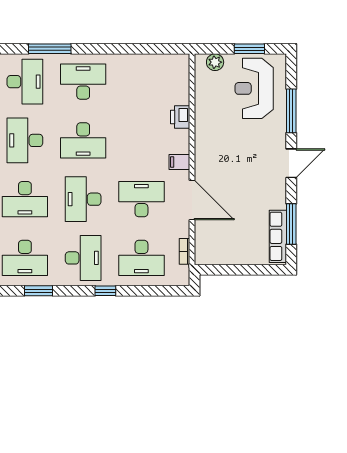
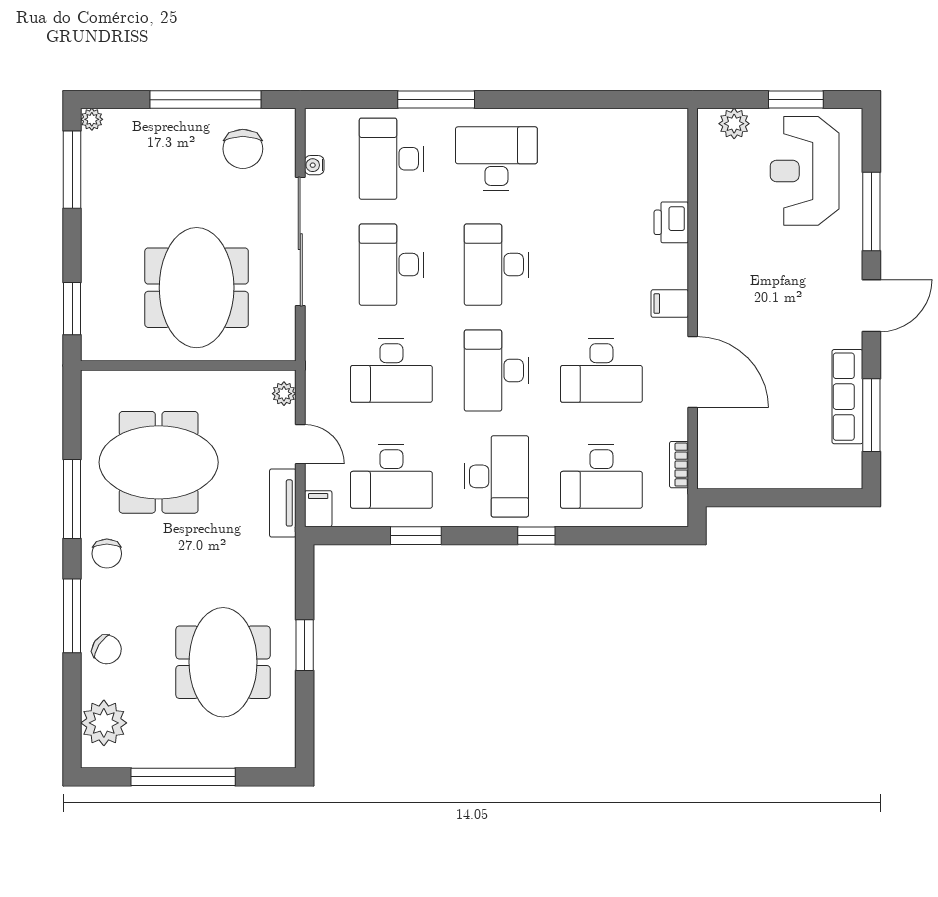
desk: (25, 82) -> (391, 159), turned 180
desk: (83, 140) -> (496, 265), turned 90
desk: (141, 199) -> (601, 370), turned 180
row of seats: (278, 236) -> (847, 397), moved

